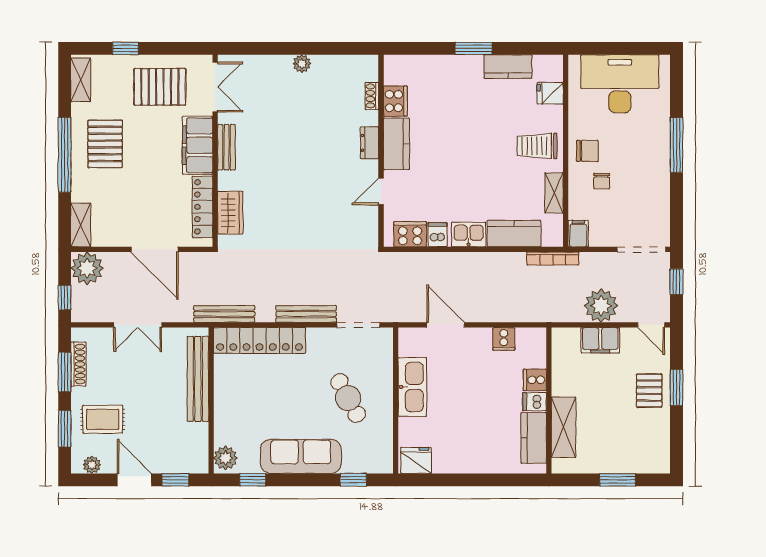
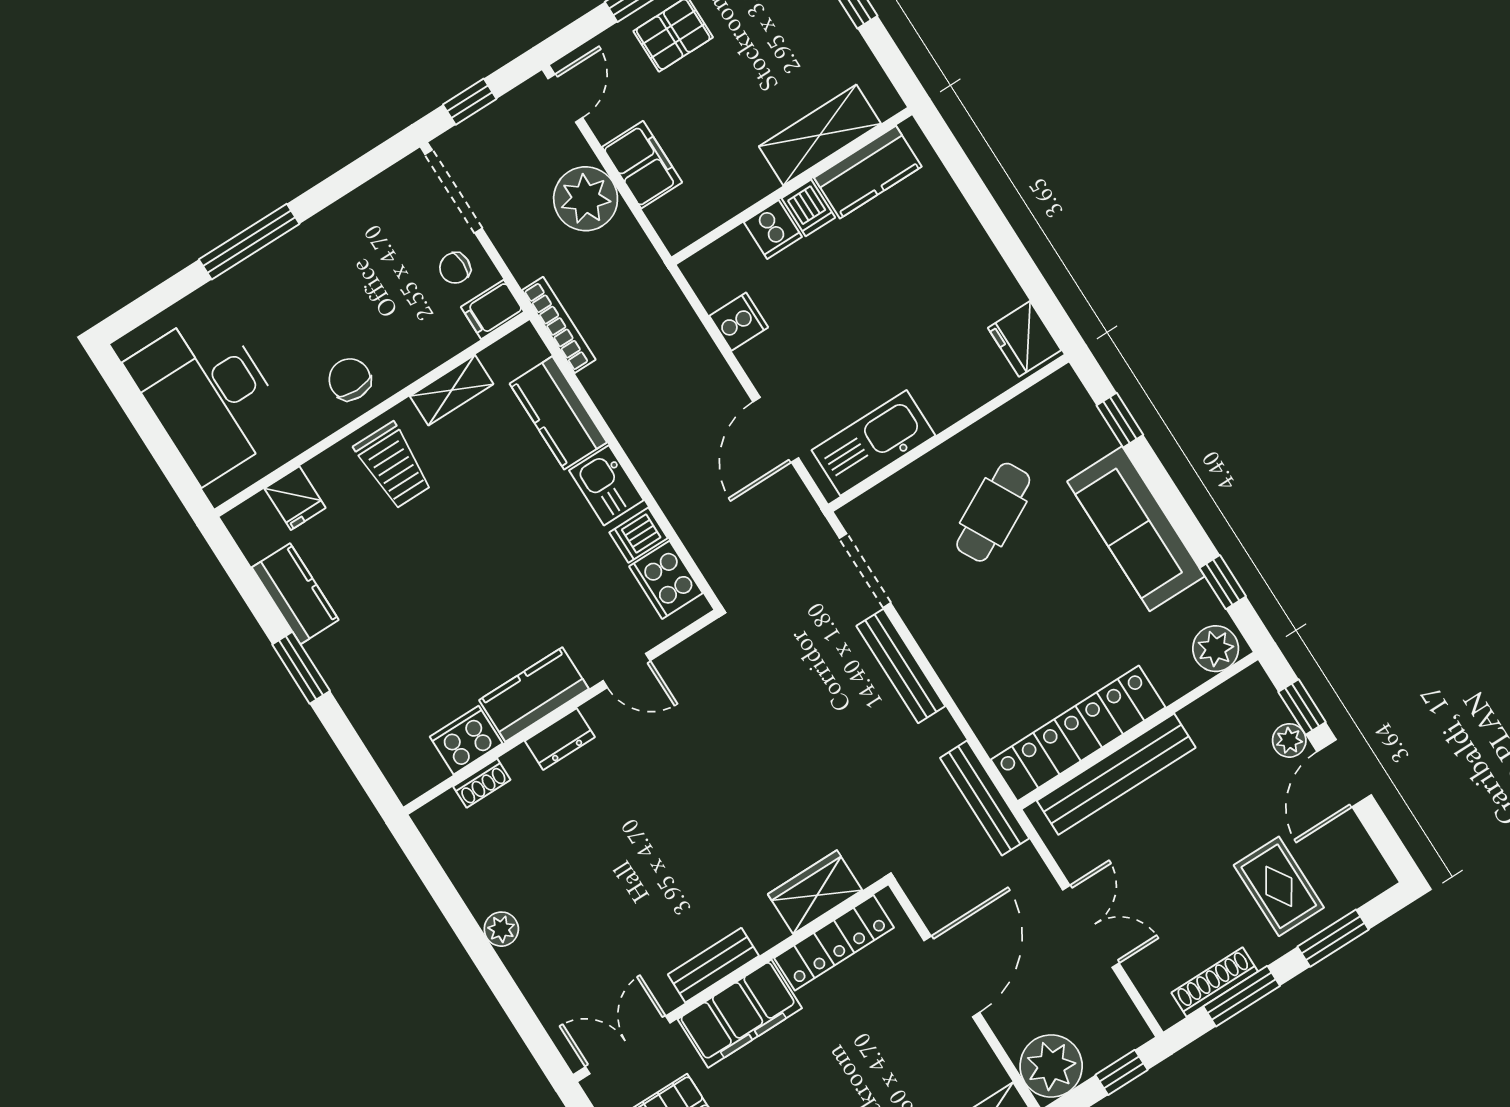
chair: (602, 181) -> (455, 268), moved, turned 180
locker: (259, 340) -> (1078, 733), moved, turned -90
kitchen sink: (412, 387) -> (873, 443), moved
plant: (92, 465) -> (1289, 740), moved

